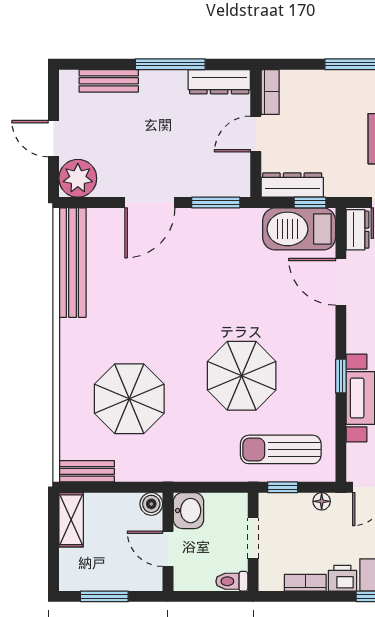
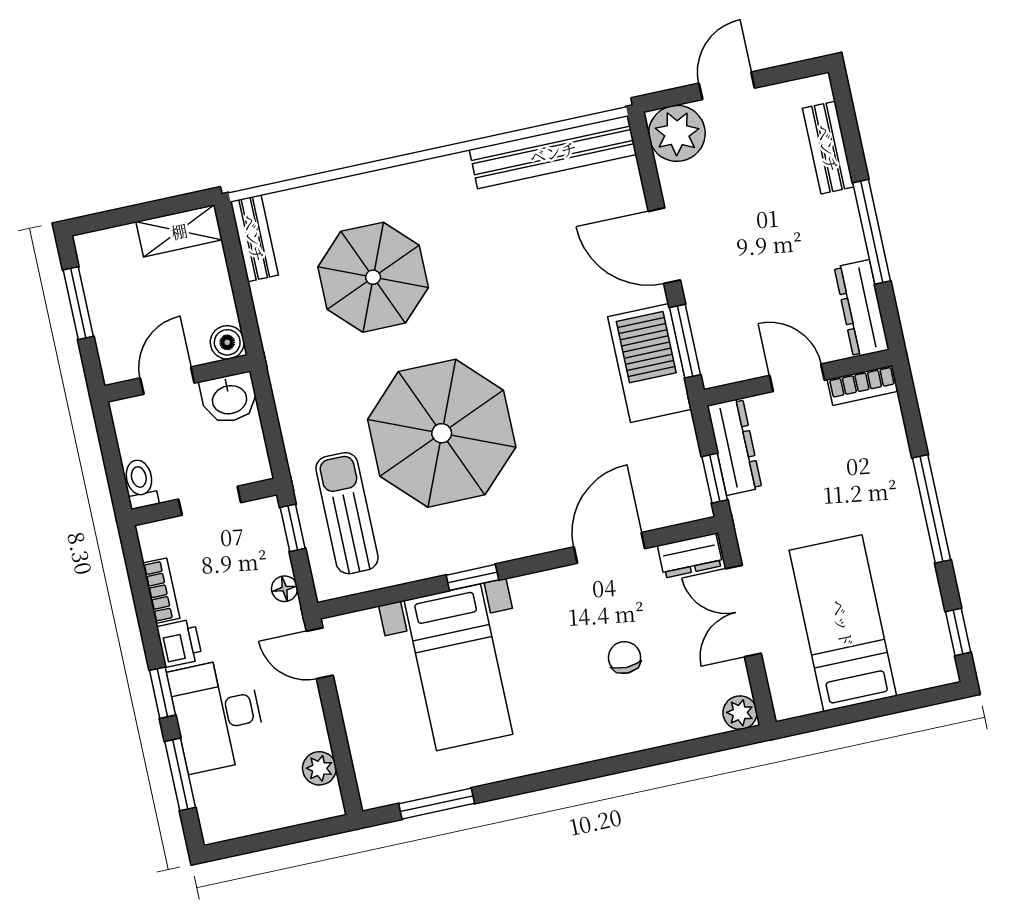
barbecue: (299, 229) -> (650, 363), moved
parasol: (242, 376) -> (442, 433), width x1.36, depth x1.36

